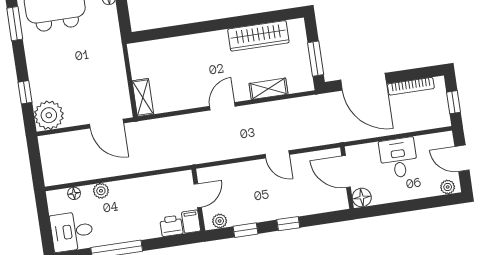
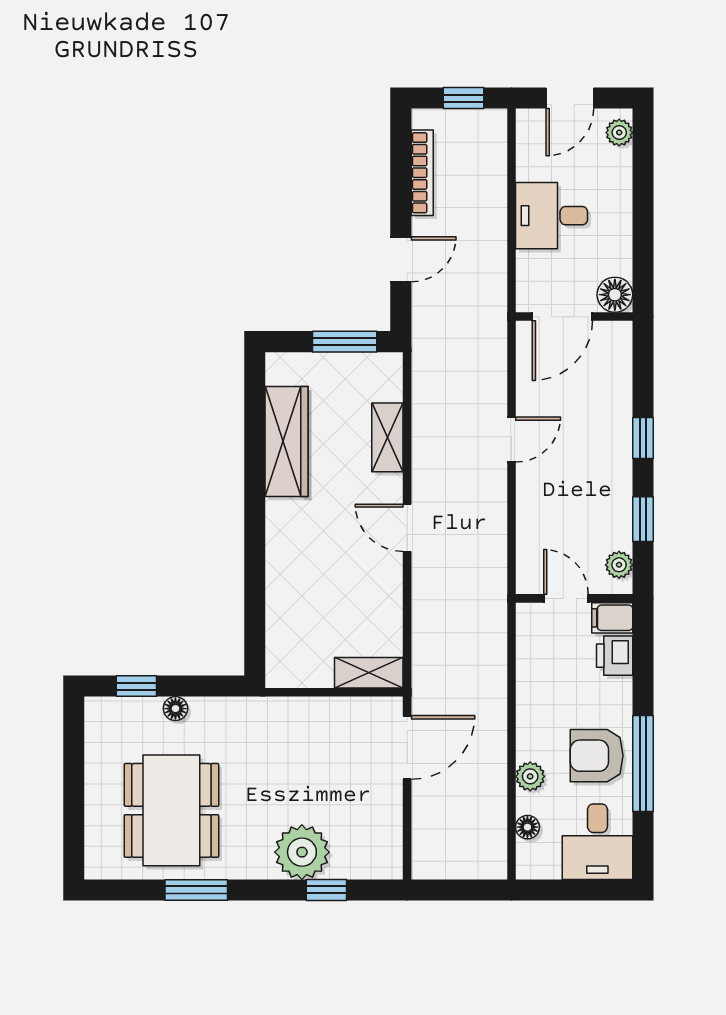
door: (364, 82) -> (401, 259), width x0.53
plant: (49, 115) -> (302, 852), moved
armchair: (117, 224) -> (597, 756), added

